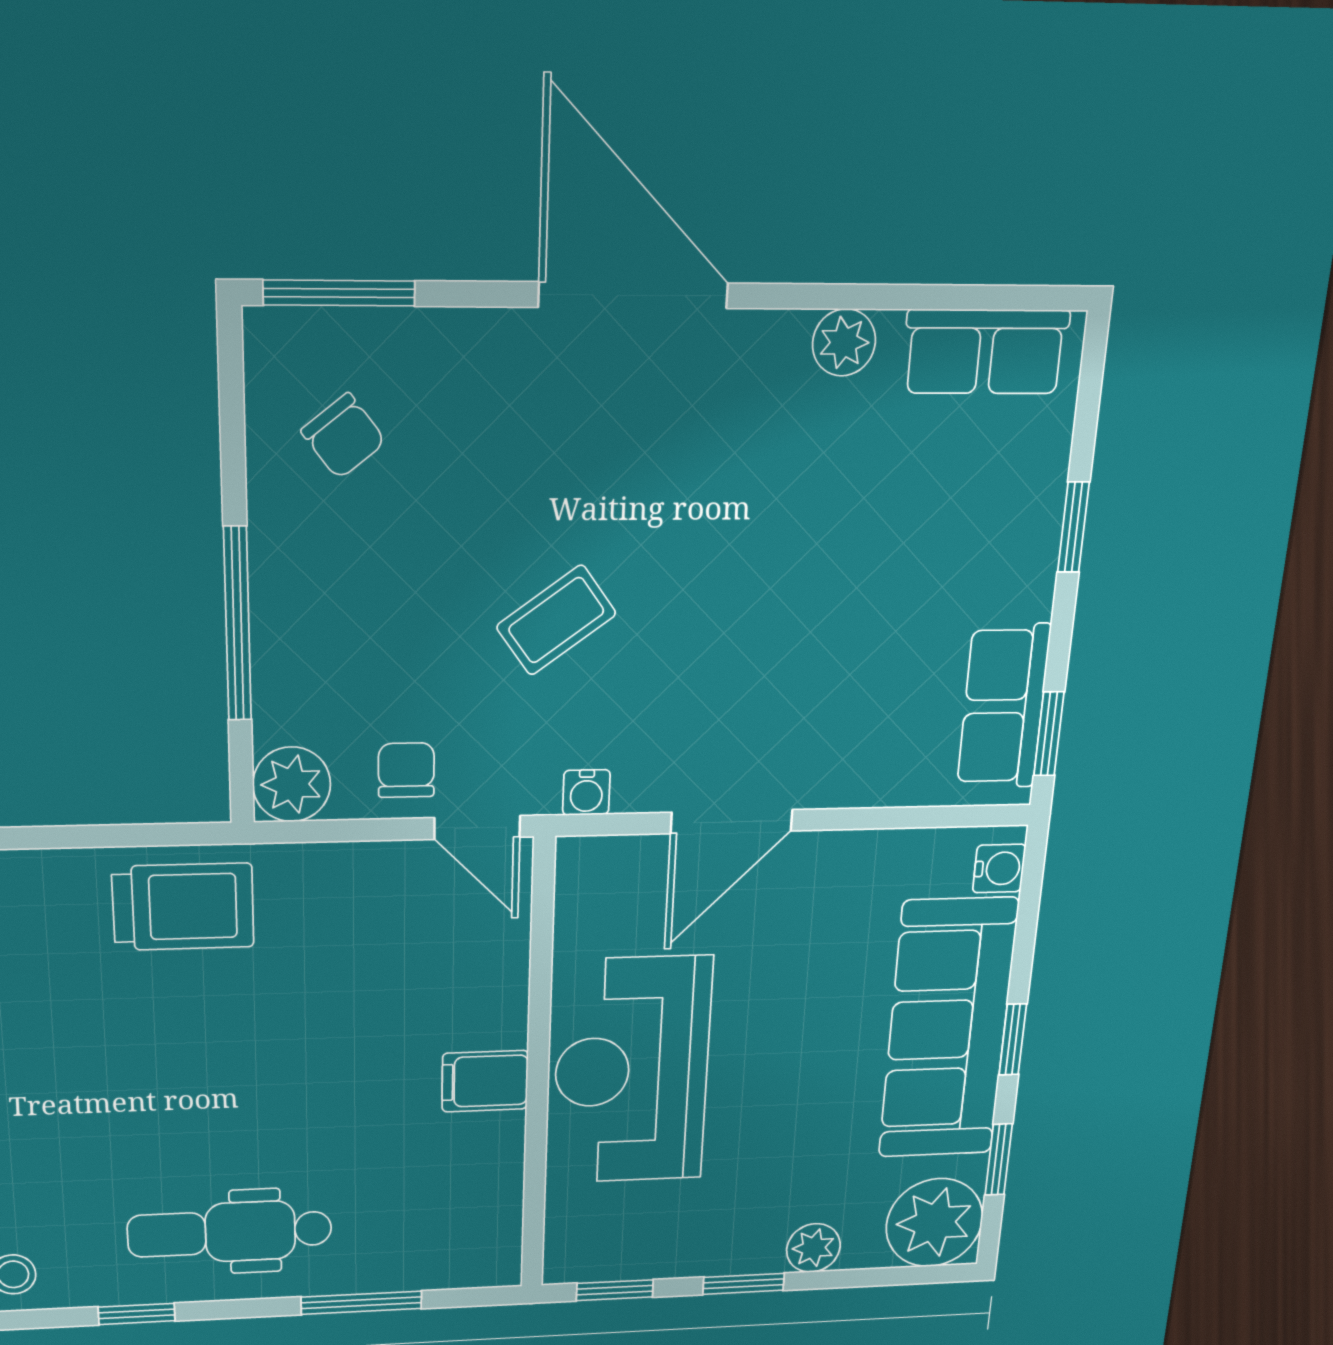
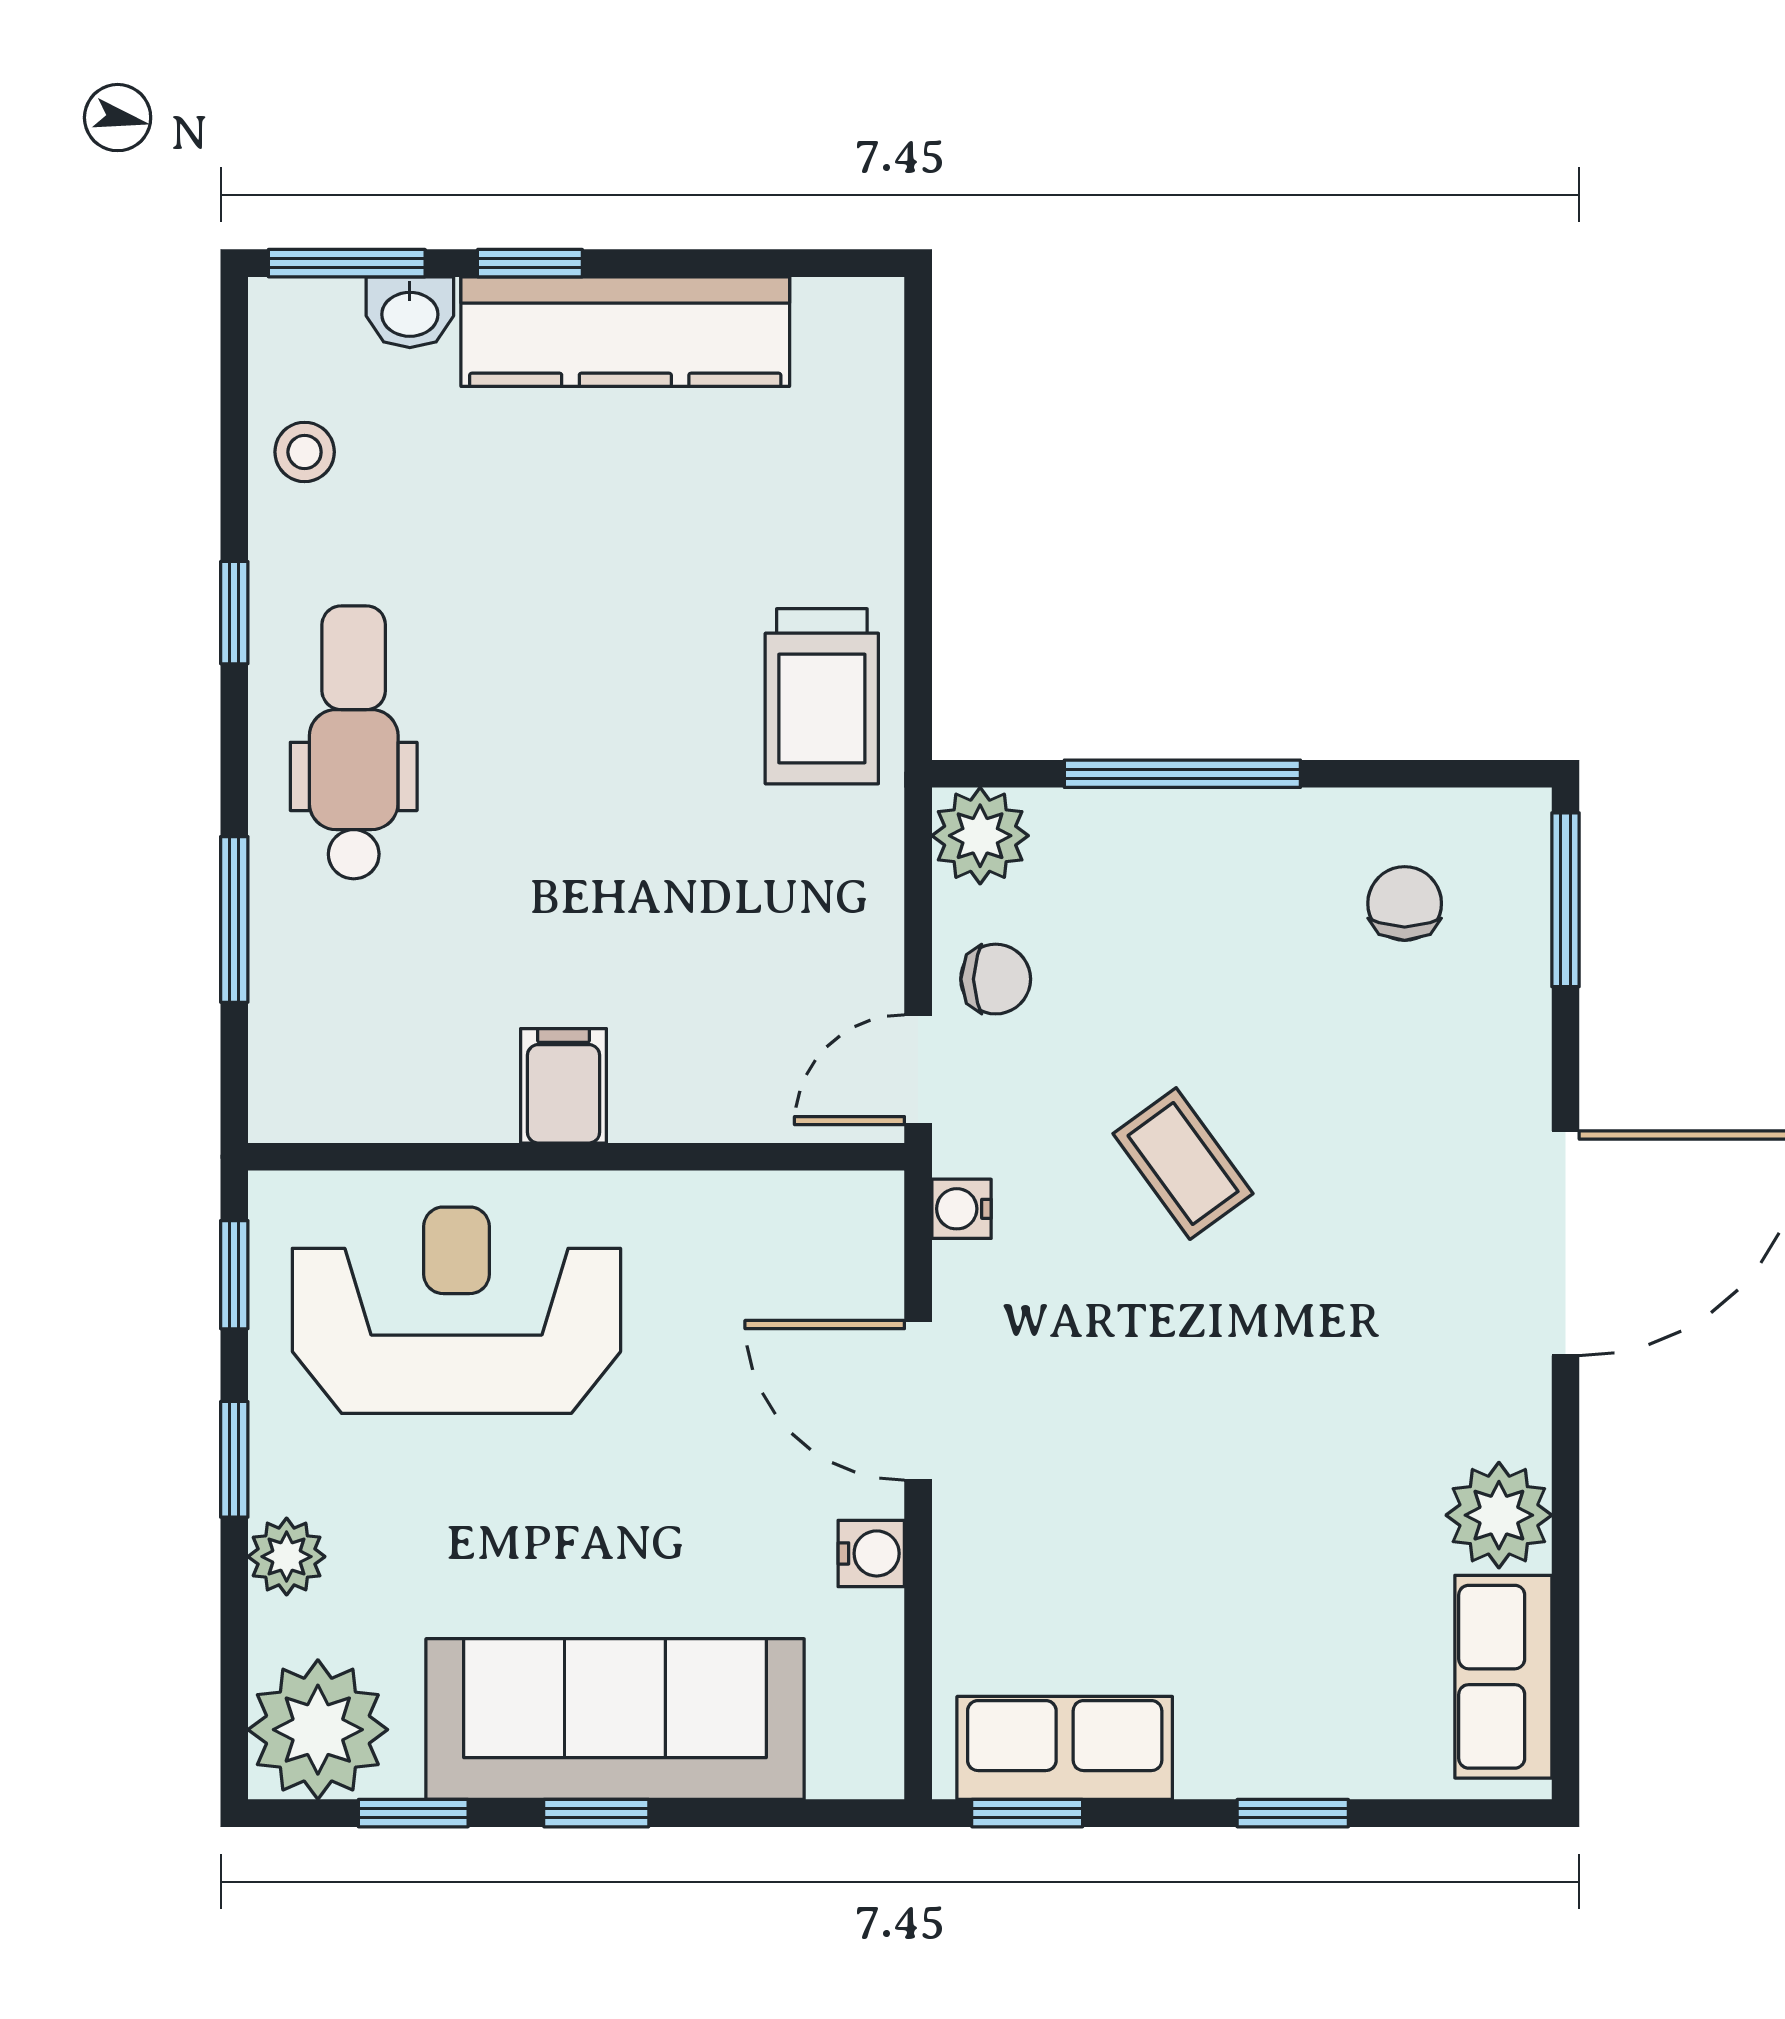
plant: (844, 342) -> (1499, 1515), width x1.38, depth x1.38
chair: (343, 436) -> (1405, 903), turned 128
water cooler: (999, 868) -> (871, 1553), moved, turned -90
reception desk: (632, 1071) -> (456, 1310), moved

